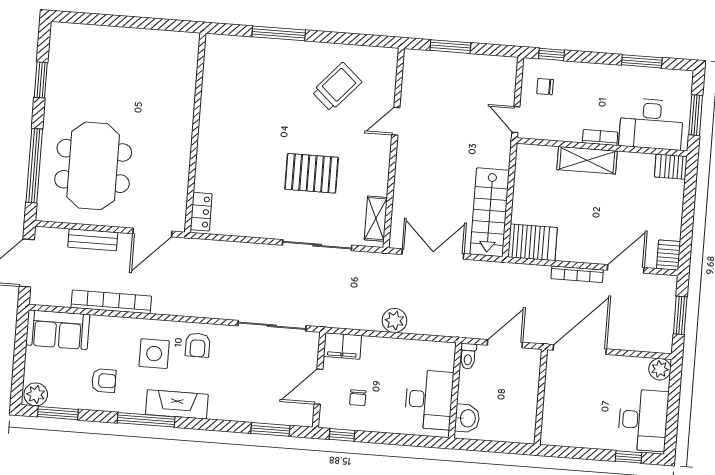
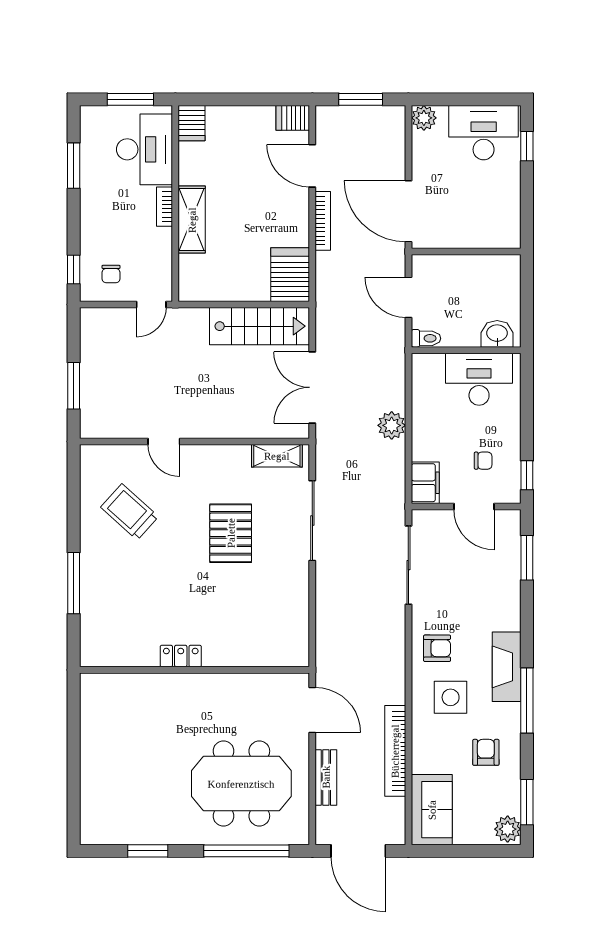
locker: (201, 212) -> (181, 656), moved

